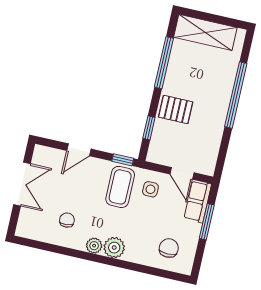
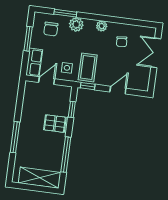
window: (236, 95) -> (15, 137), width x0.68
door: (182, 173) -> (47, 81), hinge flipped
double door: (22, 184) -> (156, 53), moved
window: (207, 222) -> (28, 39), moved
plant: (114, 248) -> (76, 24), moved
window: (145, 269) -> (65, 13), added

